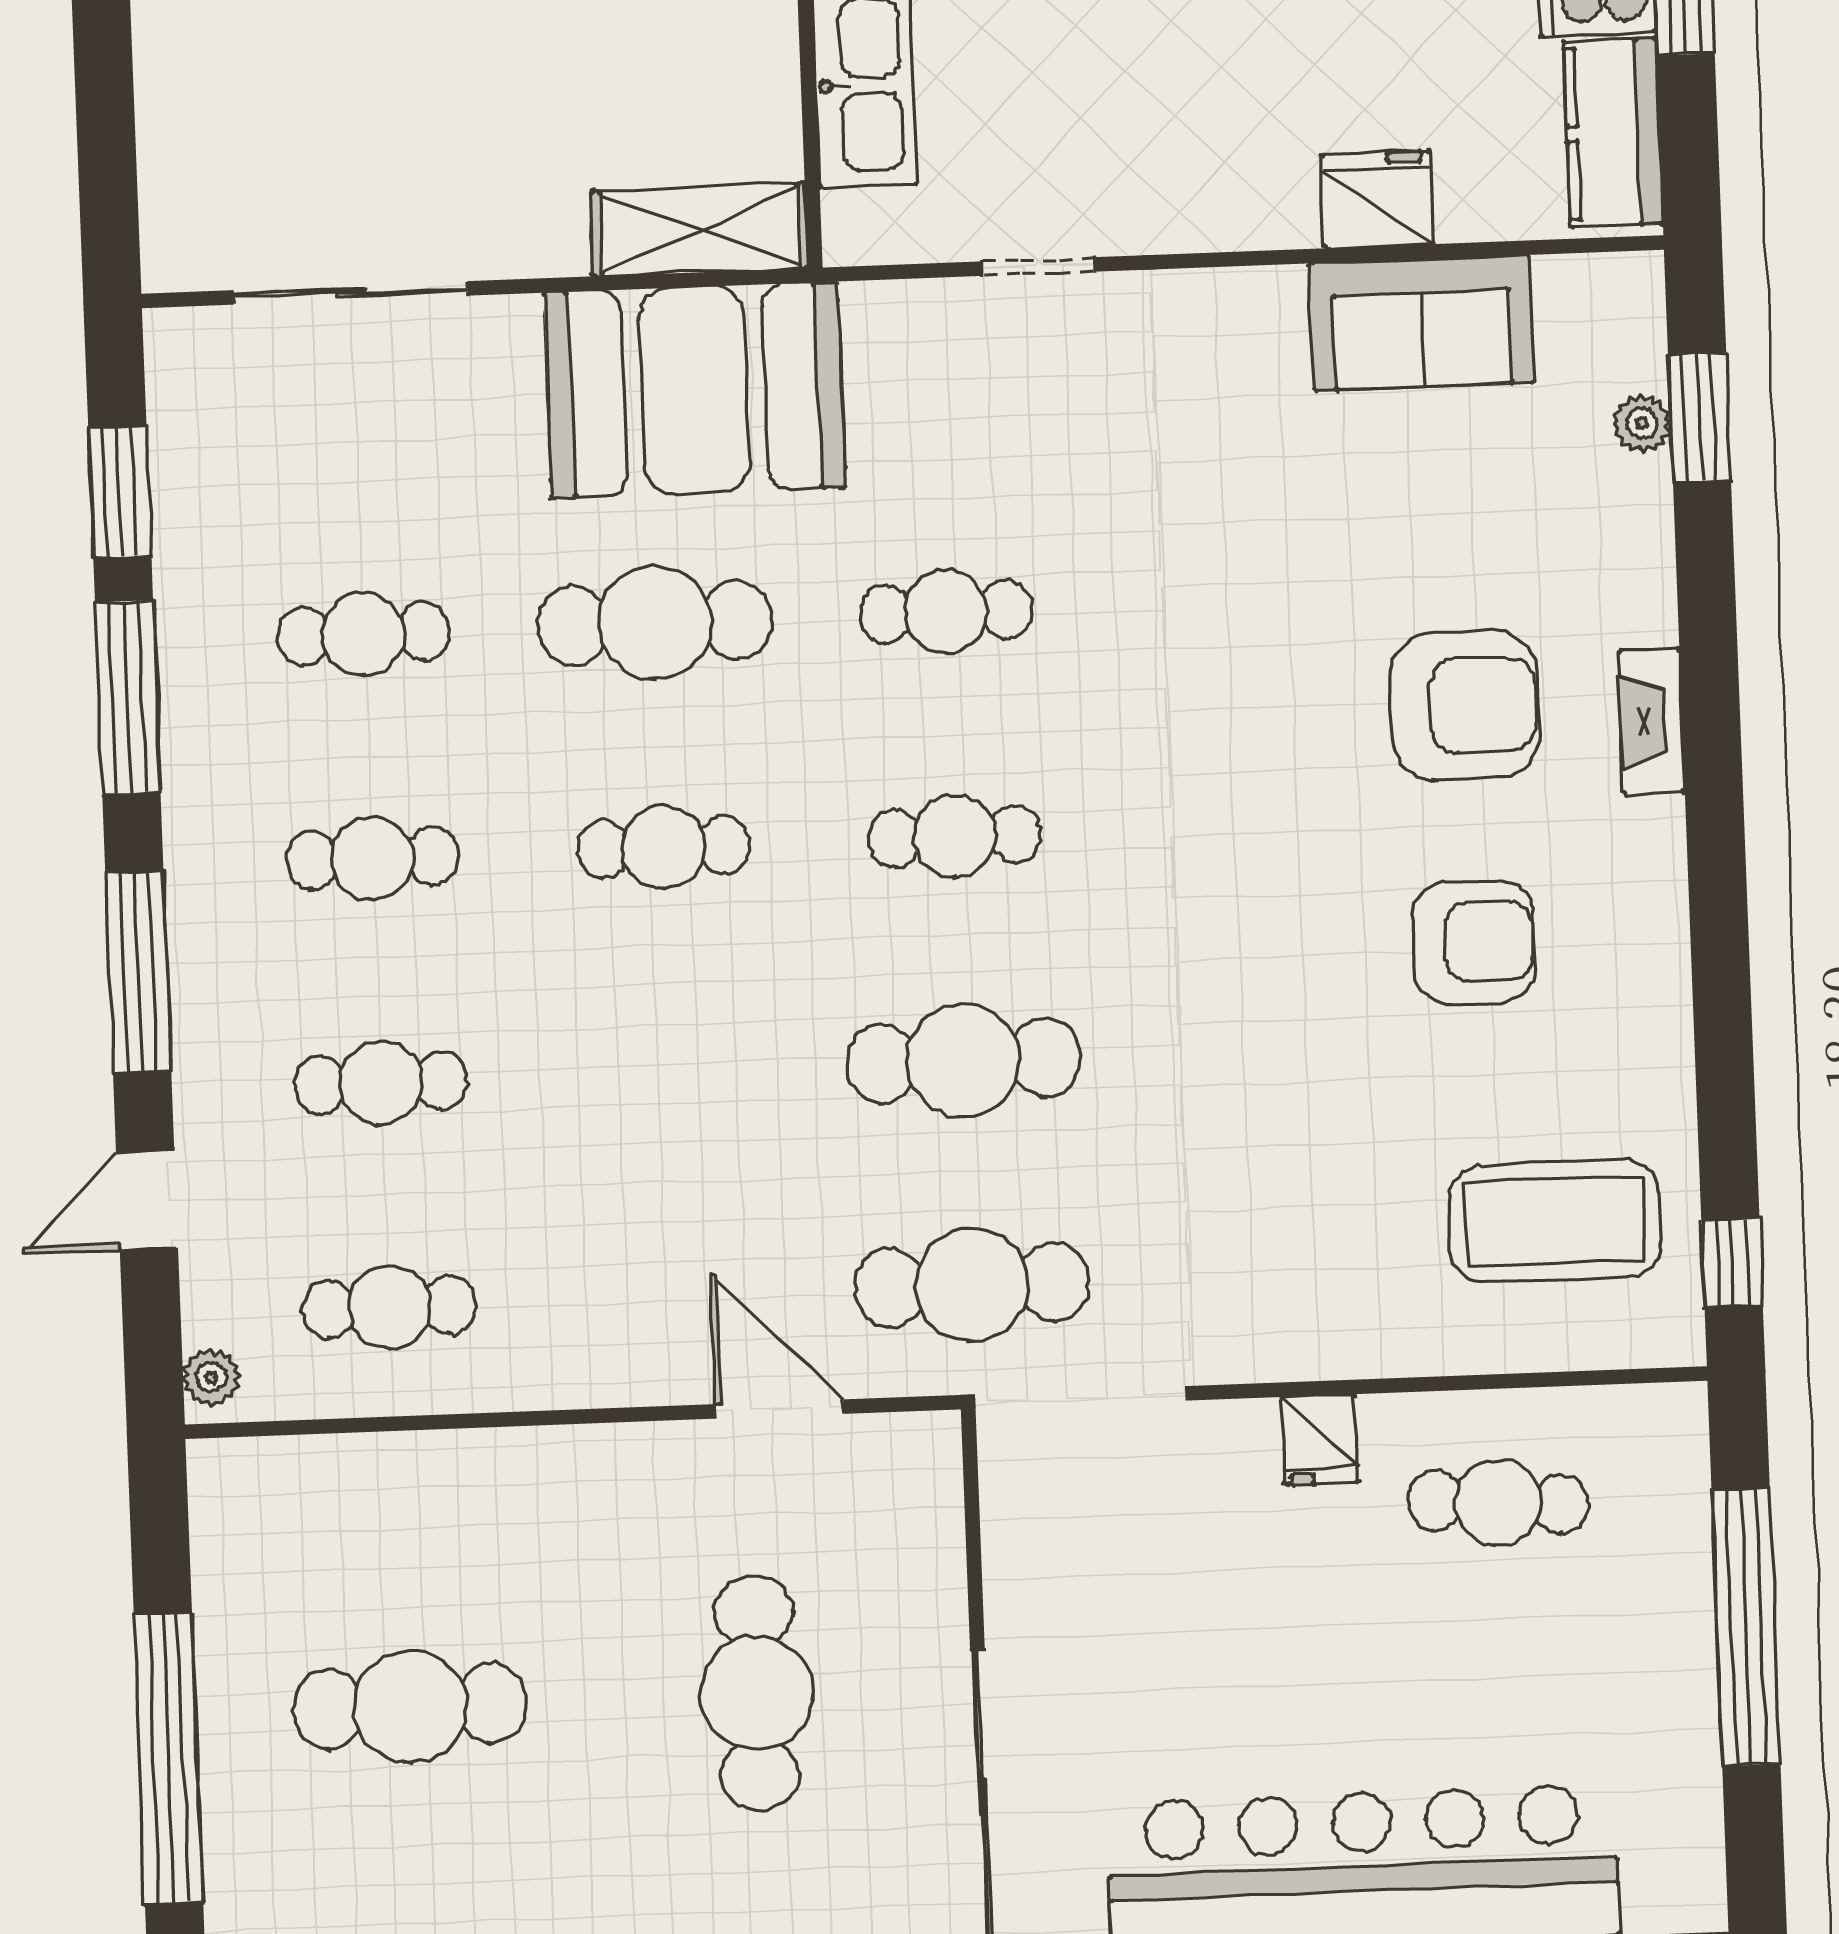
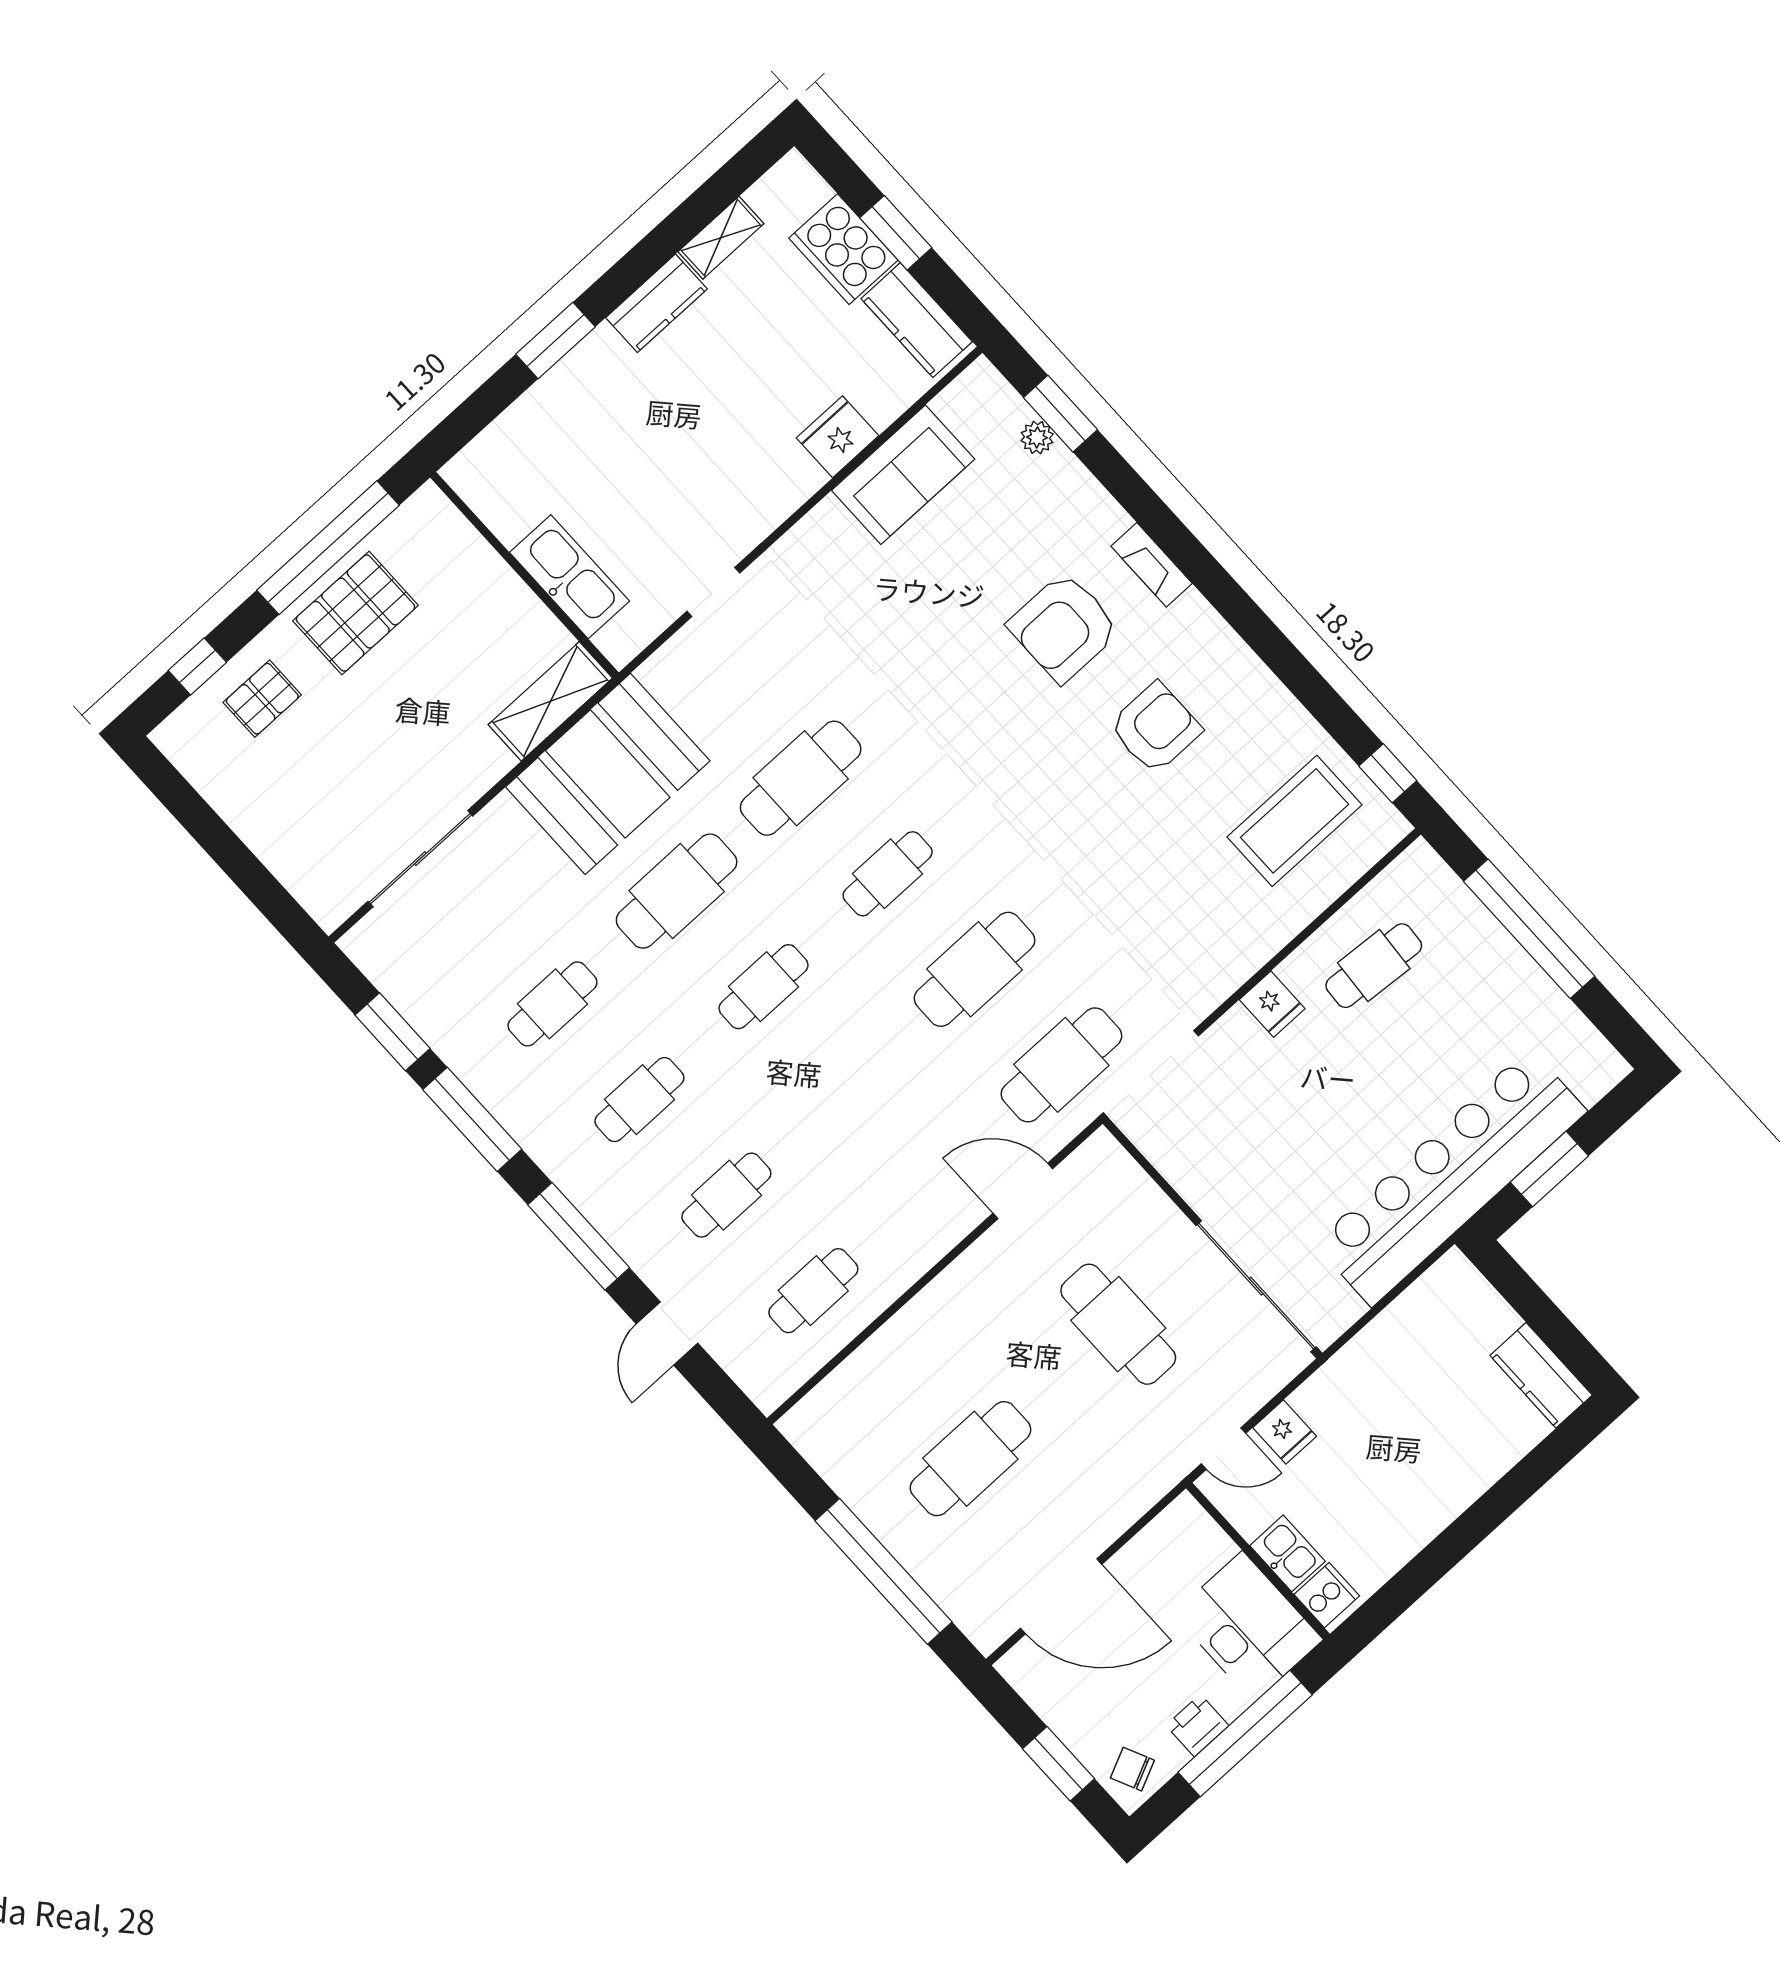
cafe table: (946, 612) -> (801, 778), width x1.37, depth x1.35
armchair: (1465, 706) -> (1064, 627), turned 180
plant: (211, 1377) -> (761, 1388), removed

